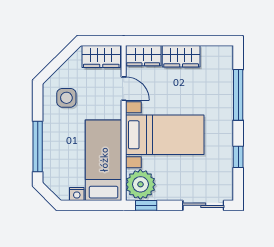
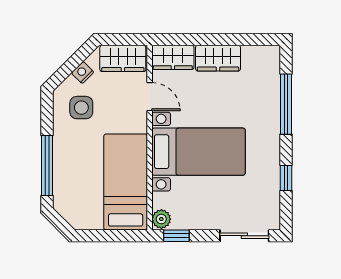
plant: (140, 184) -> (161, 219), width x0.53, depth x0.53
nightstand: (77, 194) -> (83, 73), moved, turned 135

